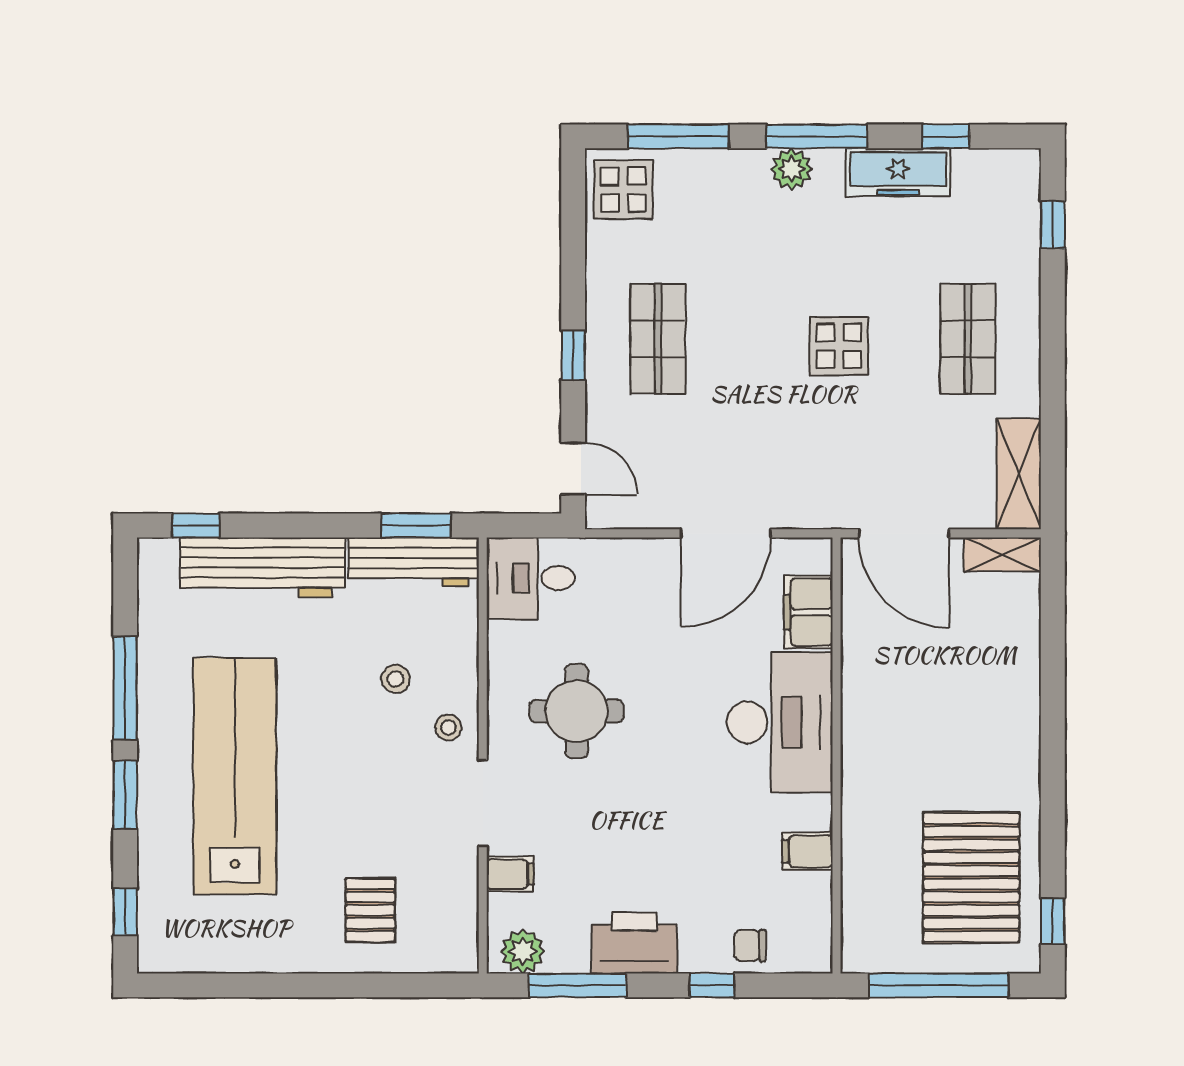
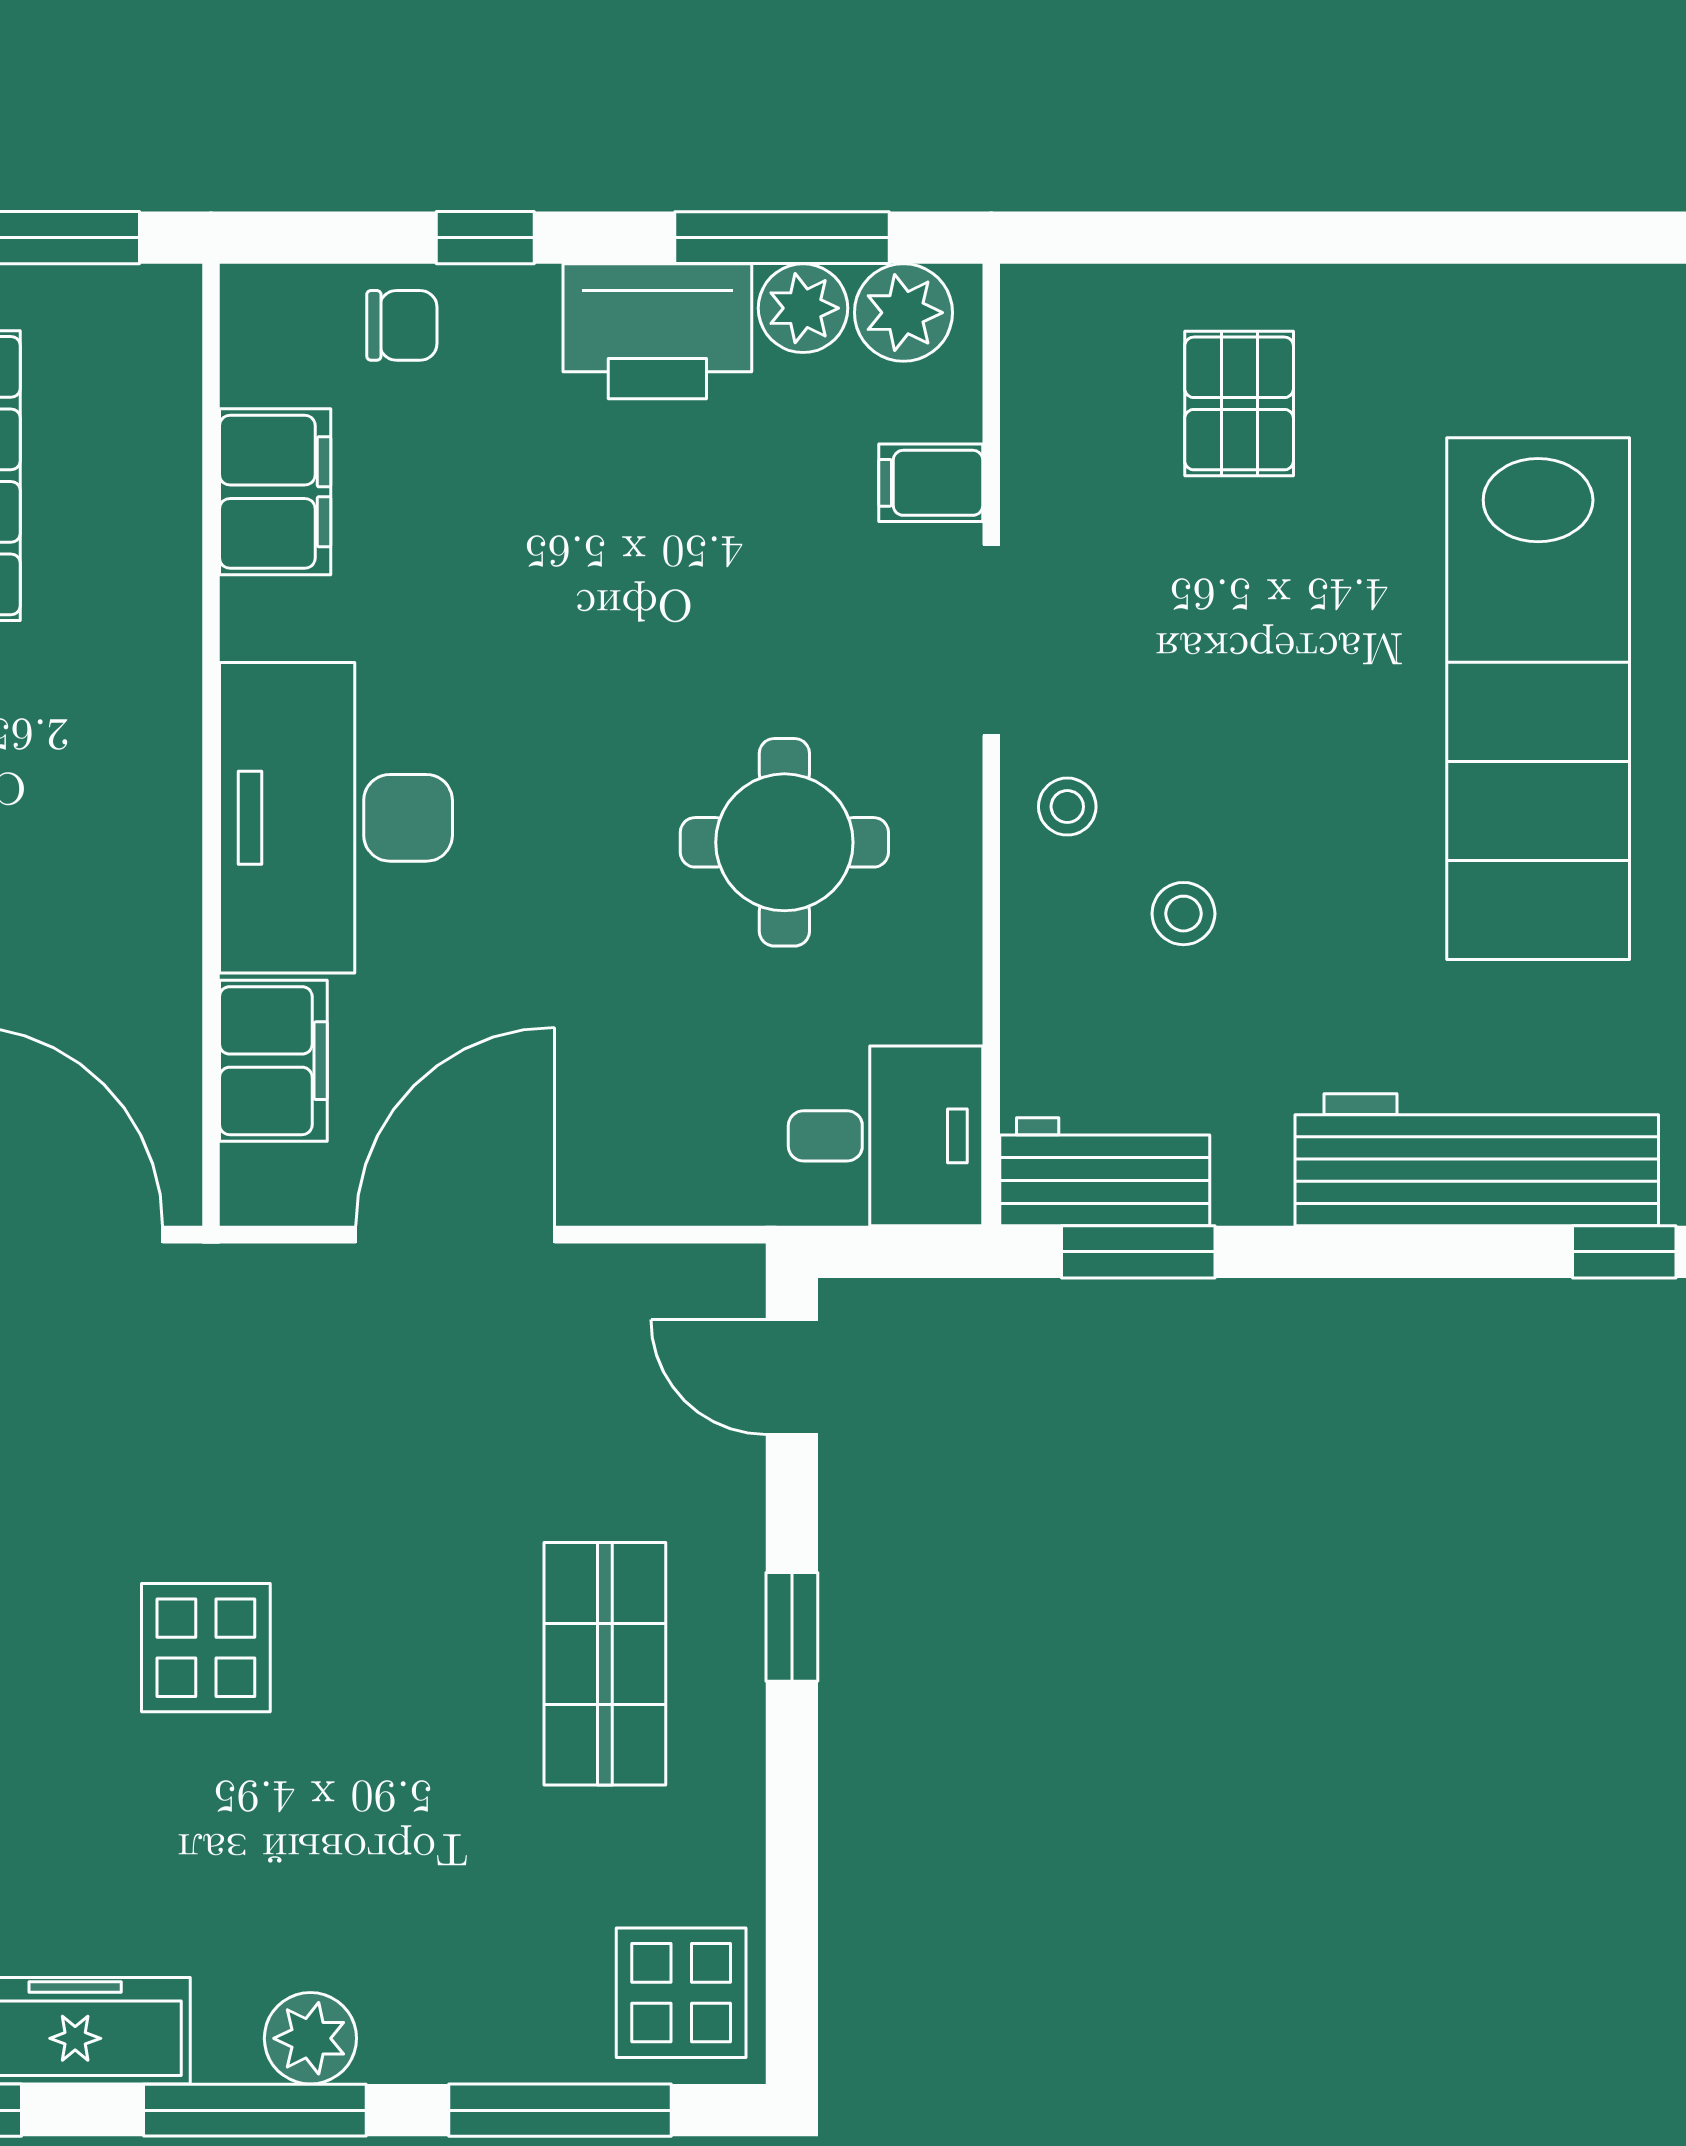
workbench: (413, 562) -> (1105, 1172), width x0.73
filing cabinet: (807, 851) -> (275, 492), width x2.00
plant: (568, 953) -> (803, 308), added

